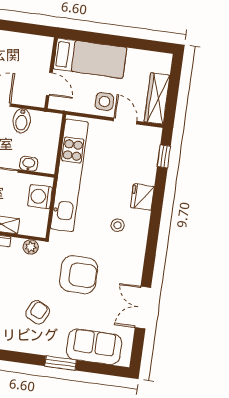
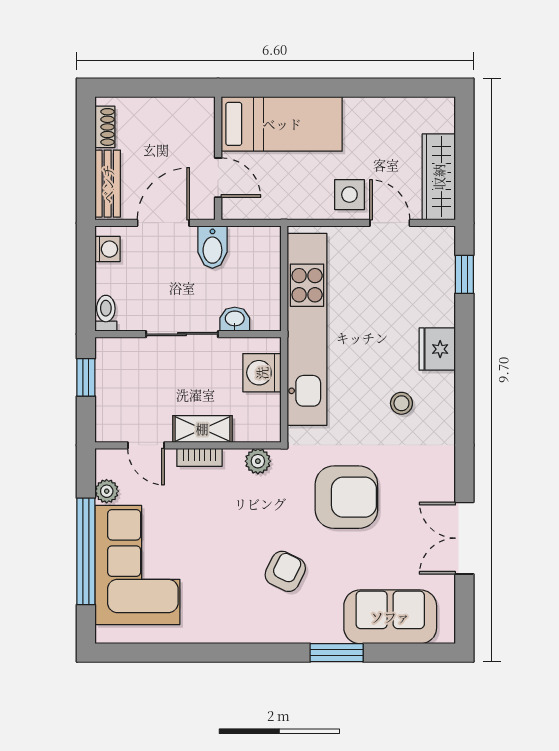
bed: (90, 58) -> (282, 124), moved
wall: (51, 73) -> (218, 158), moved
door: (49, 84) -> (218, 178), moved

